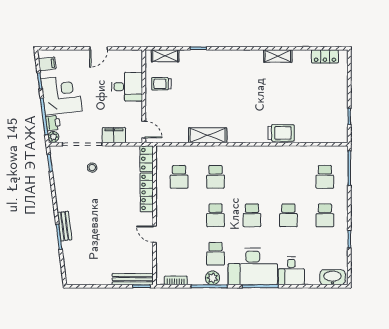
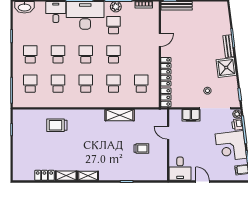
door: (99, 48) -> (203, 181), hinge flipped
shelving: (165, 56) -> (88, 176), moved
locker: (325, 56) -> (44, 175), moved
trolley: (161, 84) -> (141, 149), moved
desk: (127, 87) -> (180, 169), moved, turned -90
door: (144, 130) -> (168, 133), moved
trolley: (281, 133) -> (57, 125), moved
school desk: (252, 177) -> (86, 84), added
school desk: (288, 177) -> (58, 84), added
shower: (68, 198) -> (226, 68), added
door: (155, 234) -> (160, 40), hinge flipped

